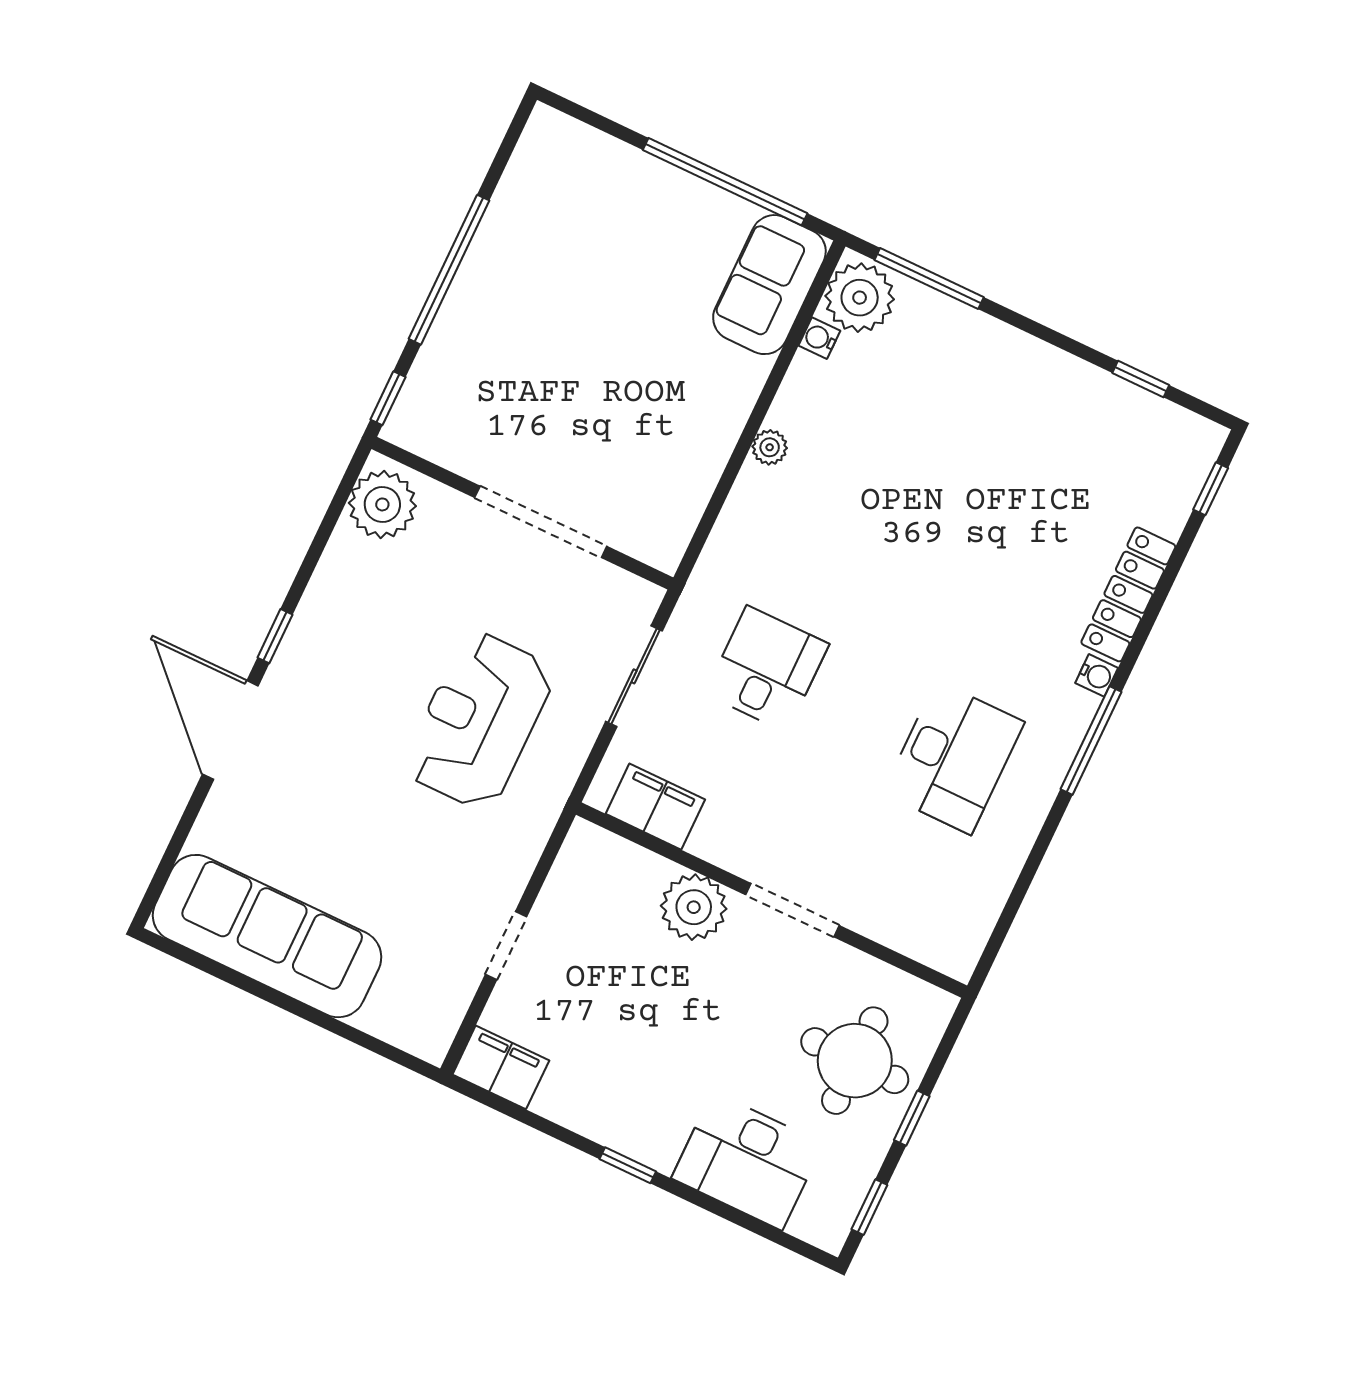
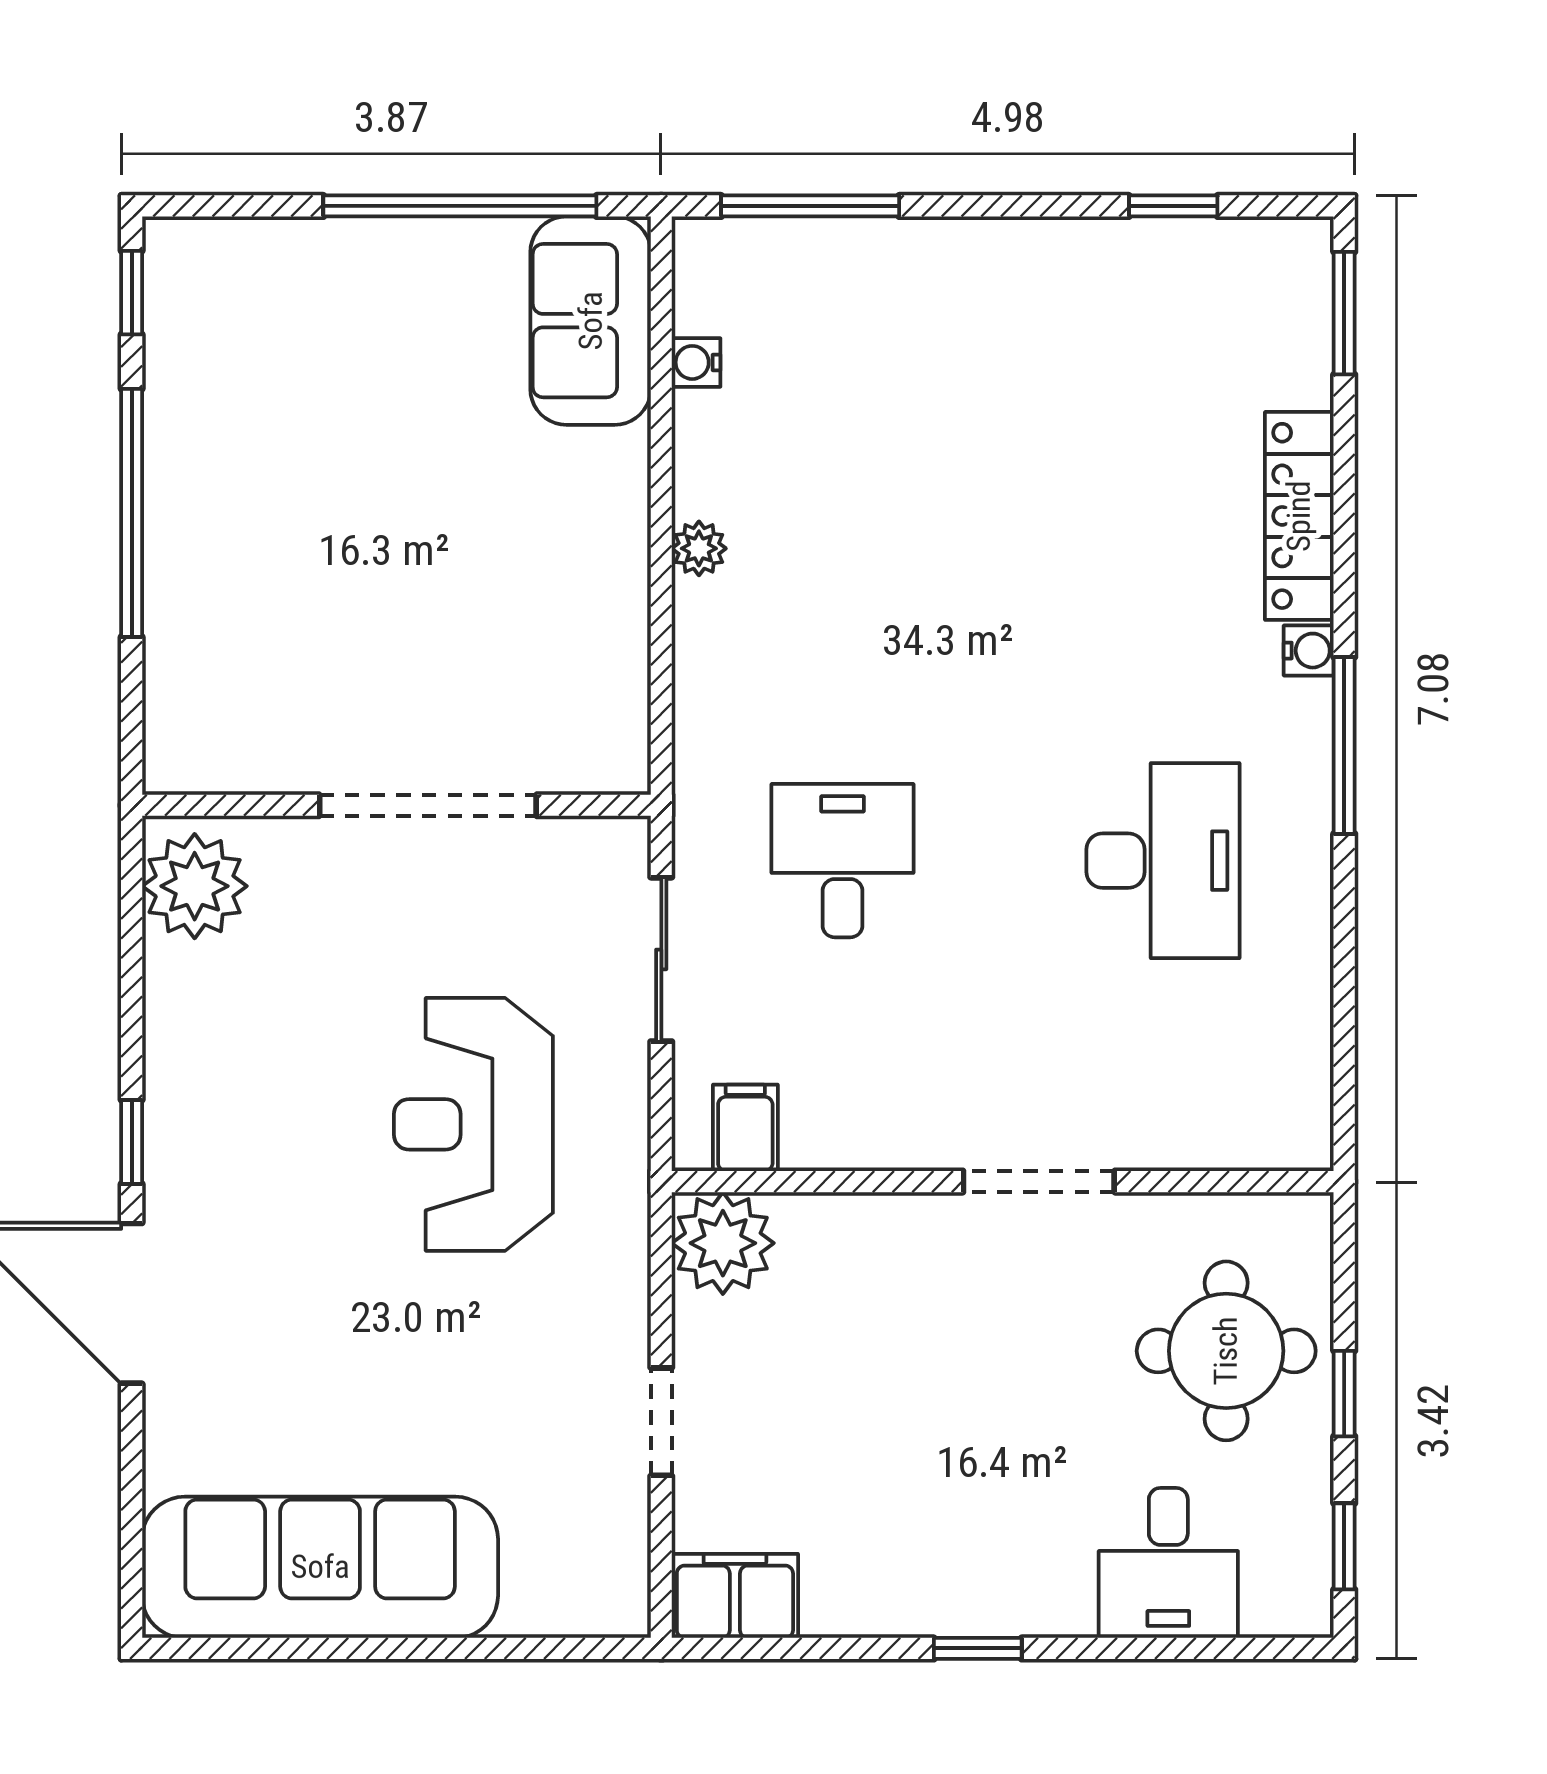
plant: (860, 298) -> (725, 279), removed
window: (388, 398) -> (132, 293), moved
window: (1211, 489) -> (1344, 313), width x1.50
filing cabinet: (655, 807) -> (745, 1128), width x0.50
plant: (694, 907) -> (723, 1243), moved
desk: (747, 1161) -> (1168, 1563), width x0.73

